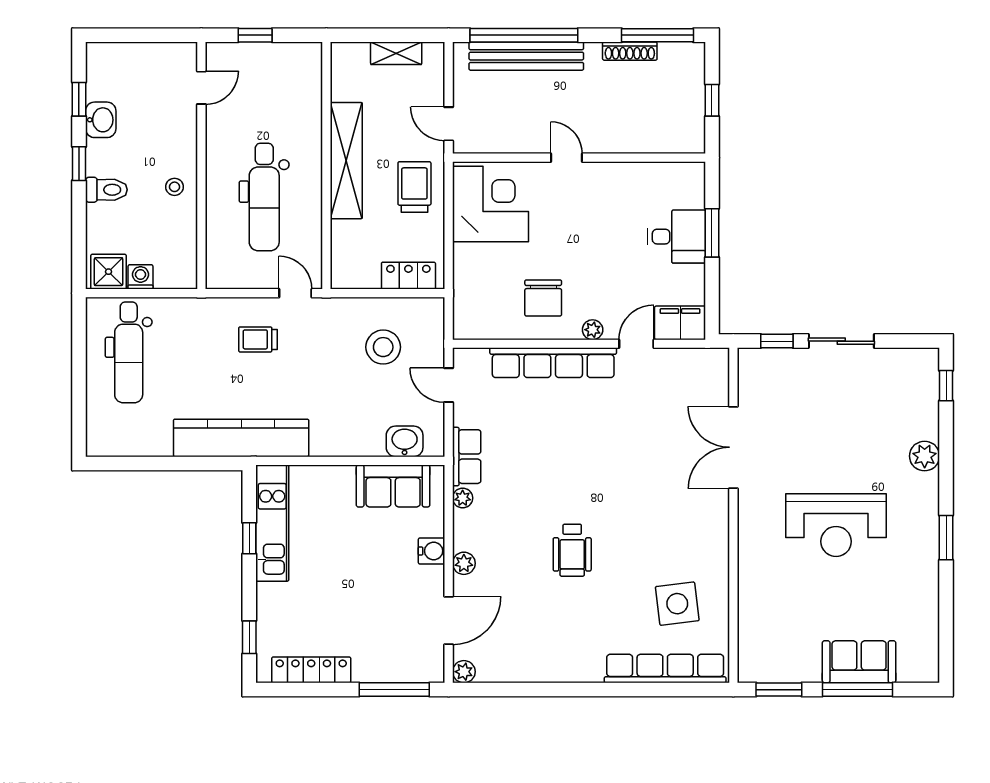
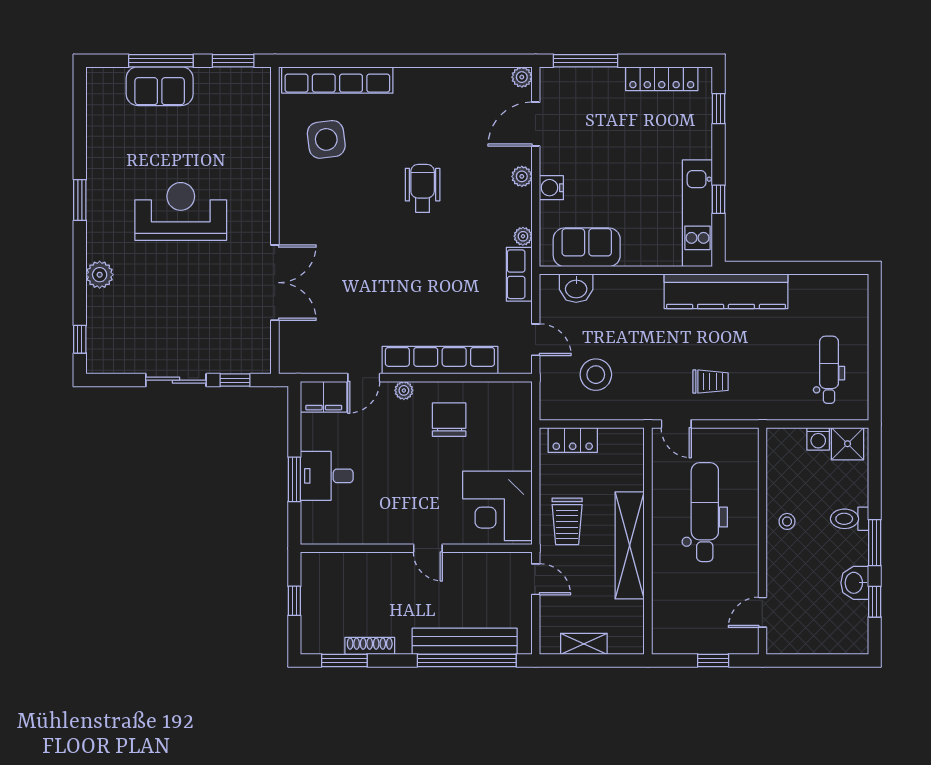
window: (658, 35) -> (344, 660), width x0.69
window: (79, 164) -> (875, 543), width x1.50
dental chair: (129, 352) -> (829, 370), width x0.73, depth x0.72

